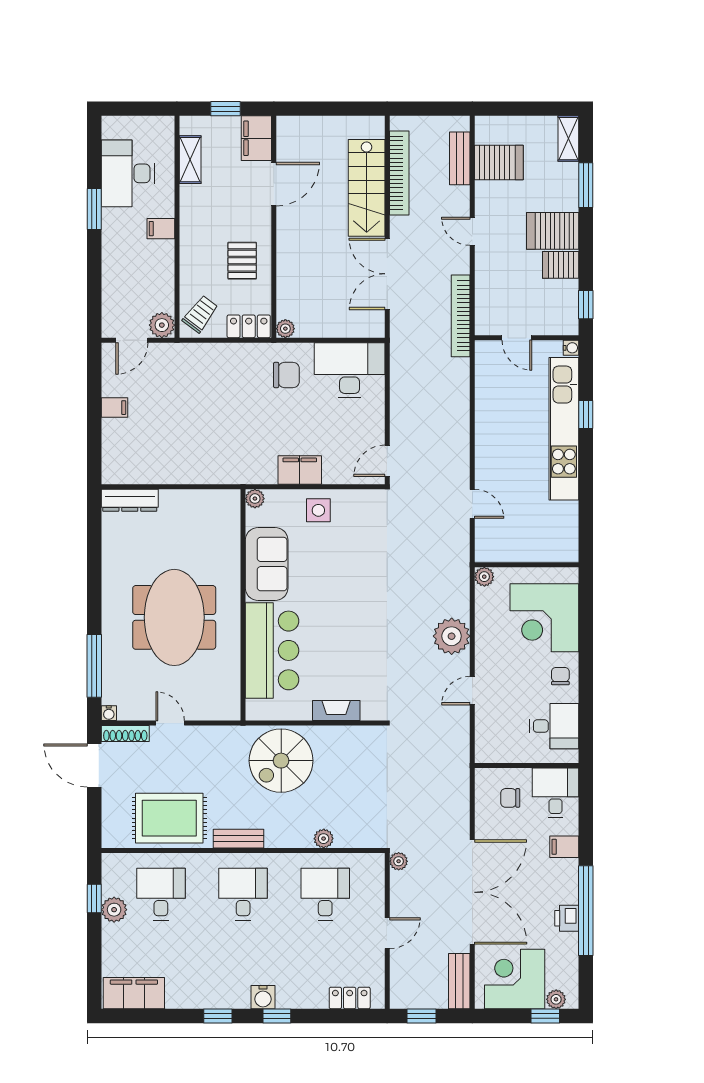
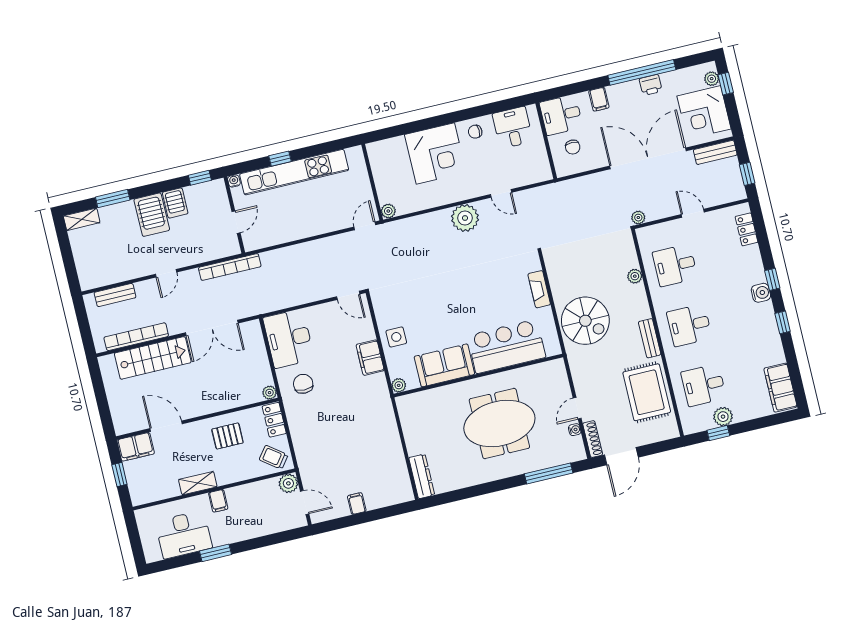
shelving: (190, 160) -> (198, 483), moved
server rack: (499, 163) -> (111, 266), removed
wall: (527, 565) -> (372, 182), moved
plant: (484, 577) -> (388, 211), moved
water cooler: (109, 713) -> (575, 430), moved

